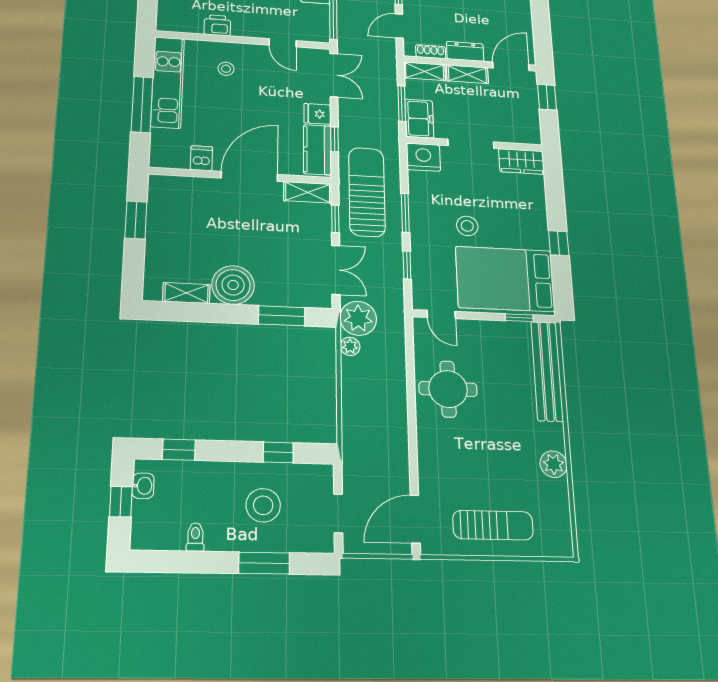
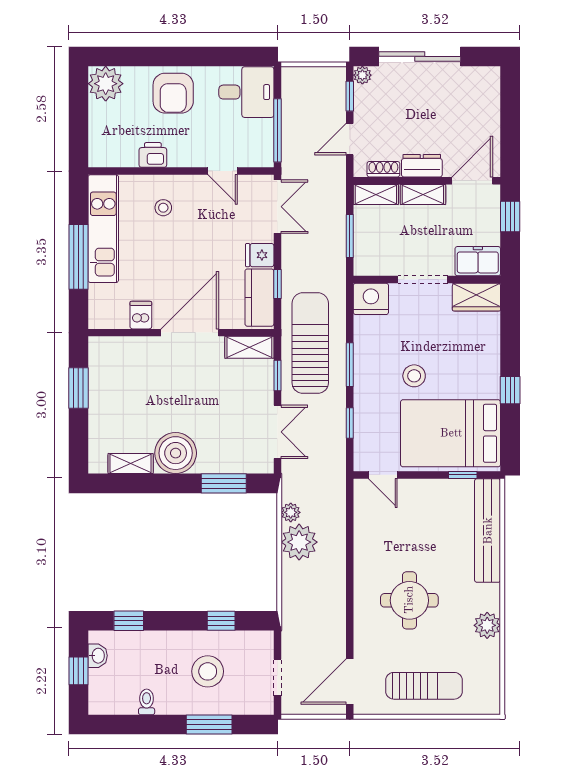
freezer: (419, 119) -> (478, 261), moved, turned -90
plant: (358, 318) -> (299, 542), moved
round table: (448, 389) -> (409, 600), moved

